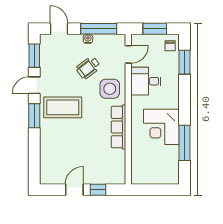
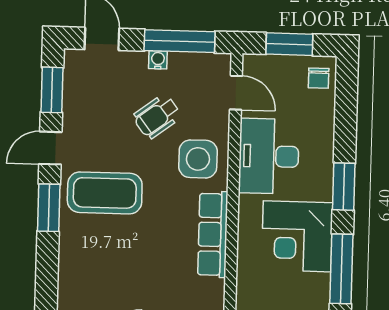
door: (128, 54) -> (236, 93), hinge flipped
window: (185, 62) -> (344, 187), moved
desk: (146, 81) -> (269, 156), width x1.37

